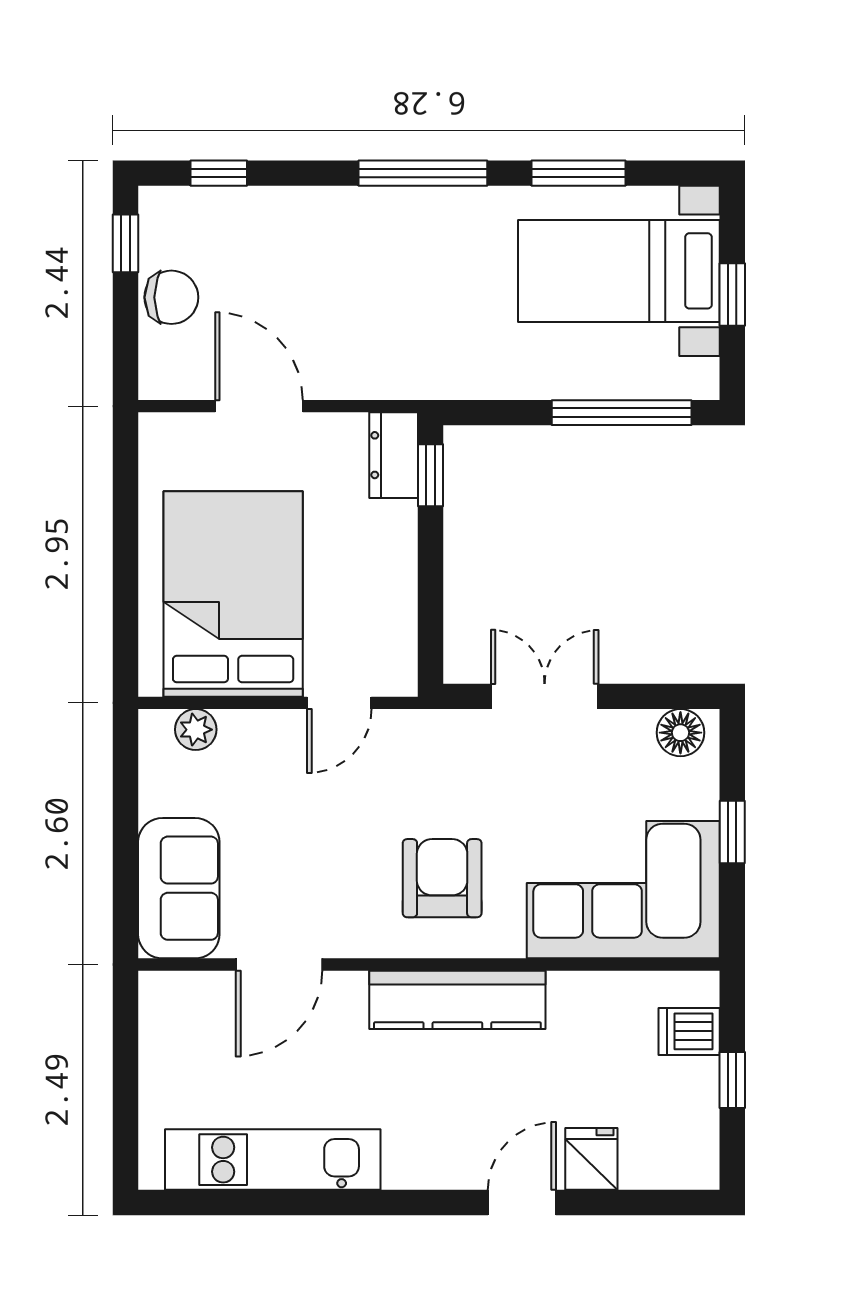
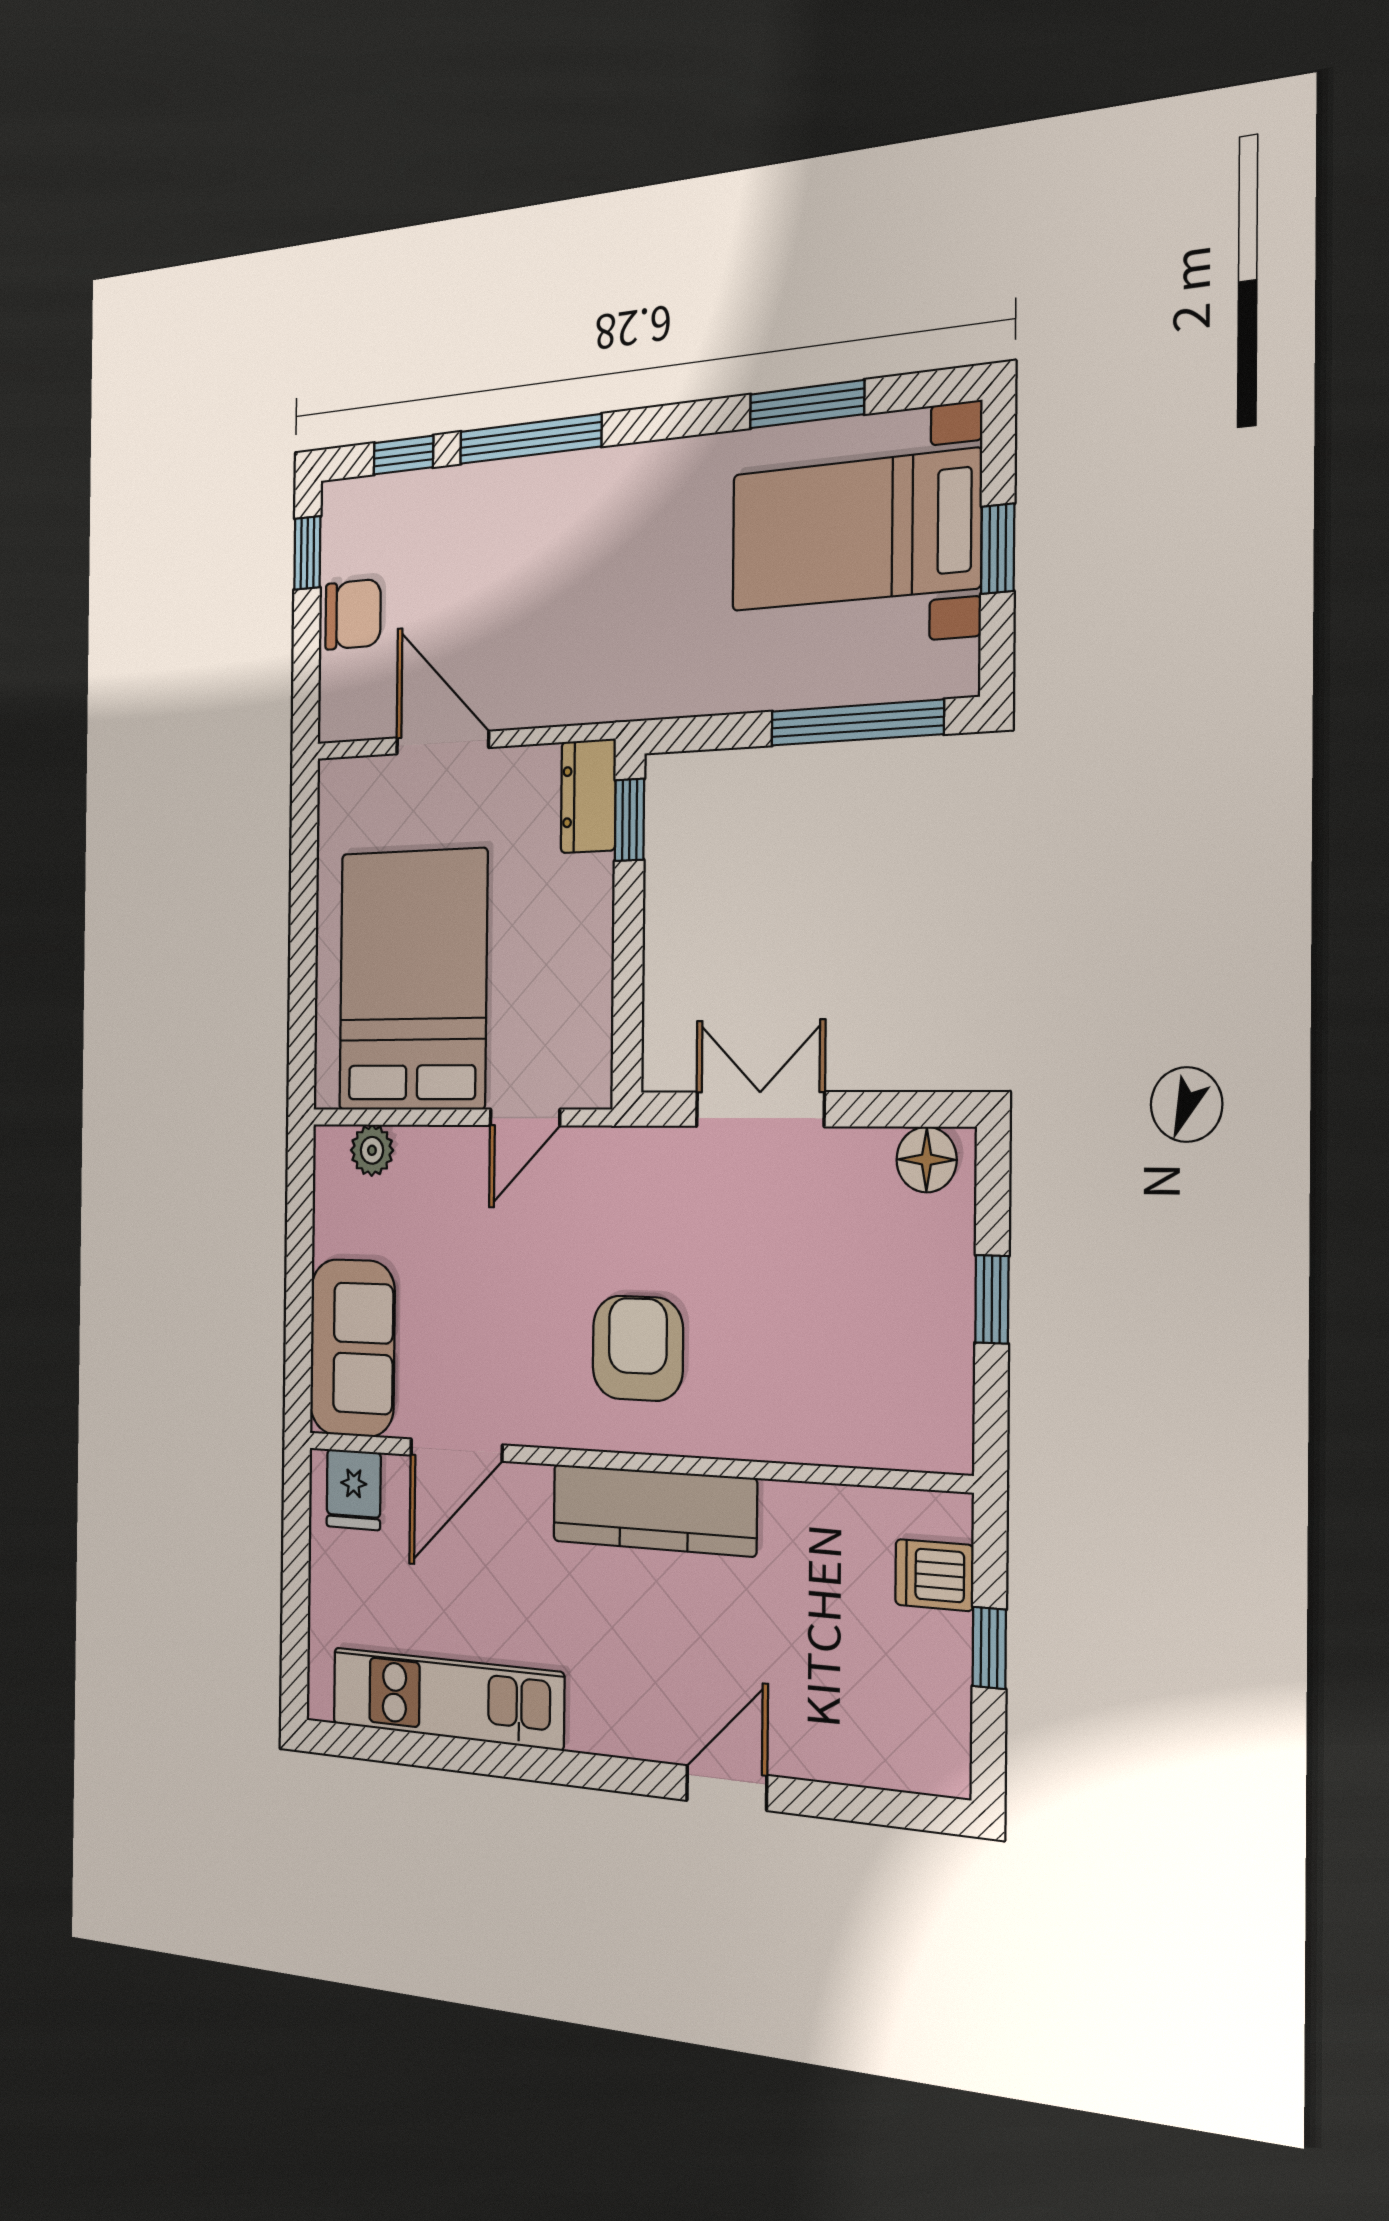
window: (423, 173) -> (530, 439), moved
corner sofa: (623, 890) -> (853, 1374), removed
fridge: (591, 1159) -> (354, 1490), moved, turned 180

